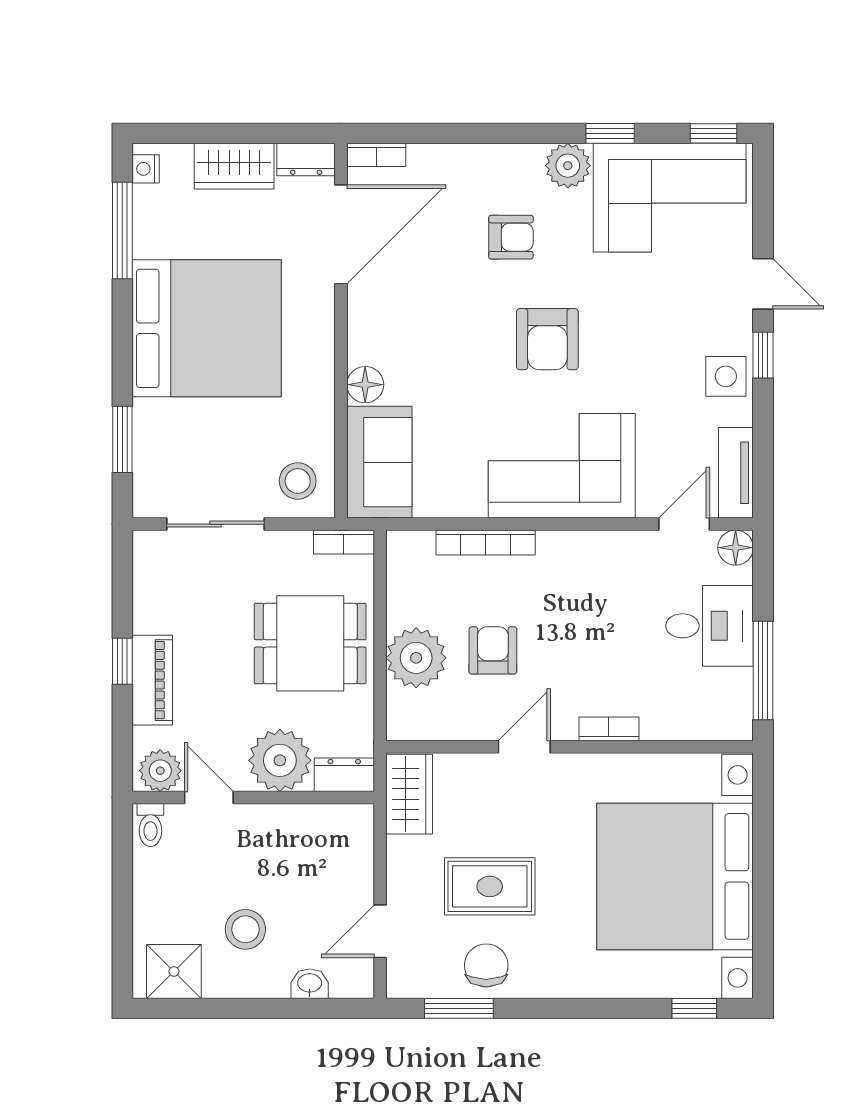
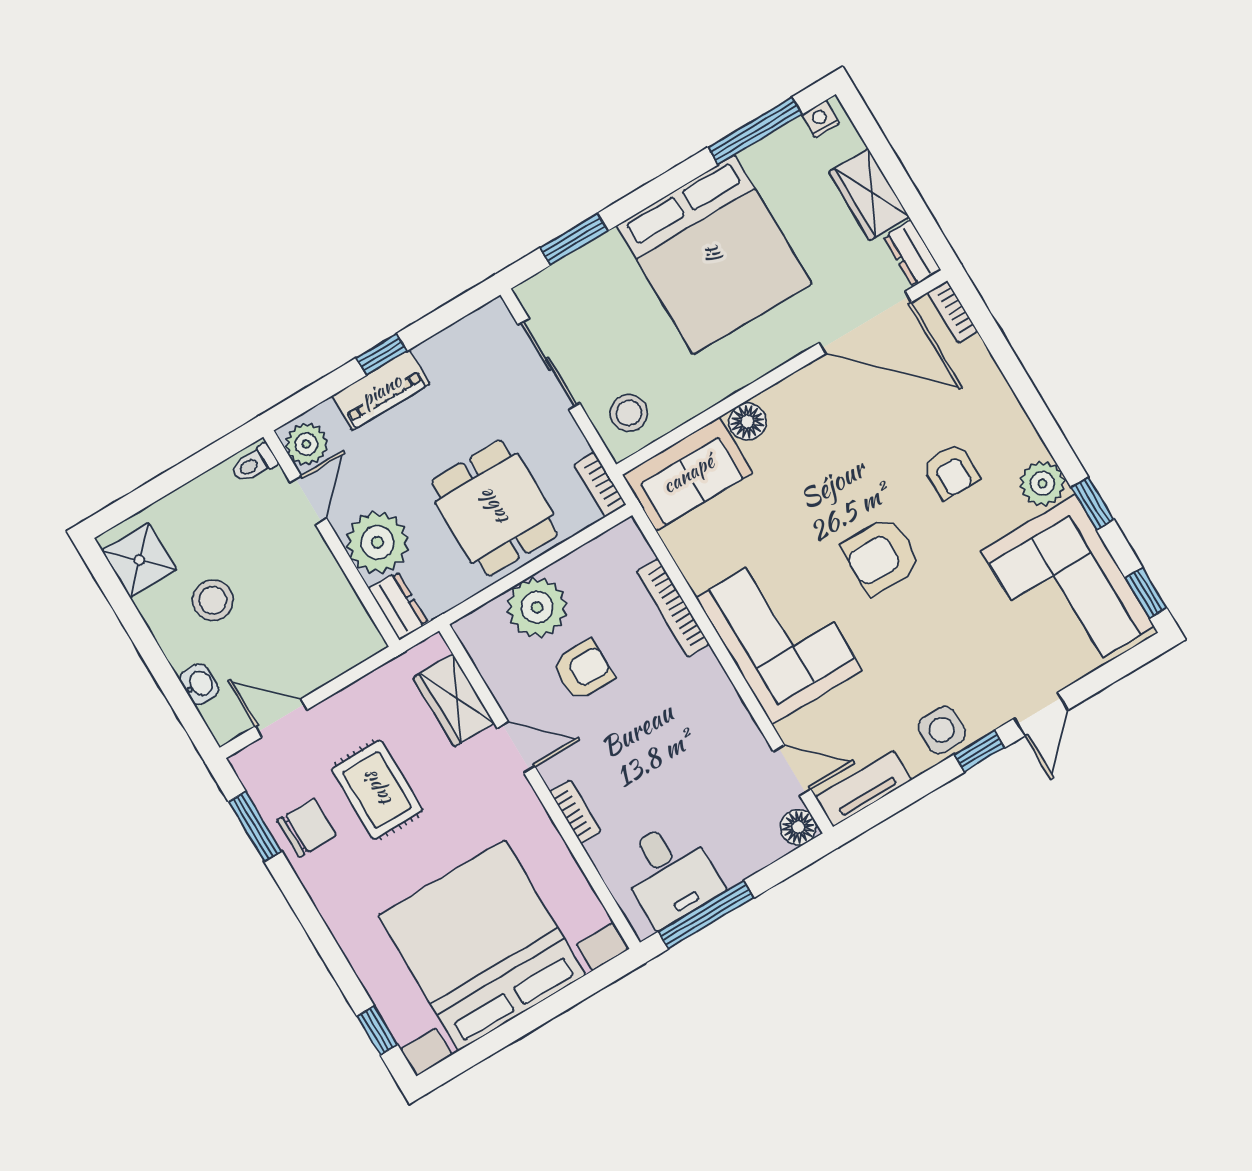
desk: (710, 626) -> (670, 873), moved
wardrobe: (409, 794) -> (454, 700), moved, turned 90

